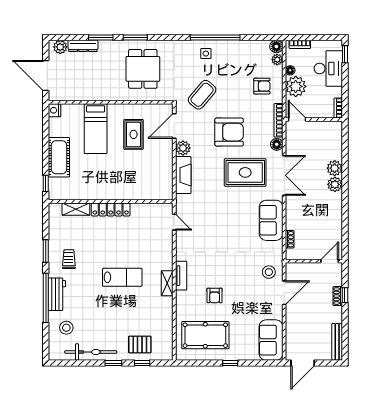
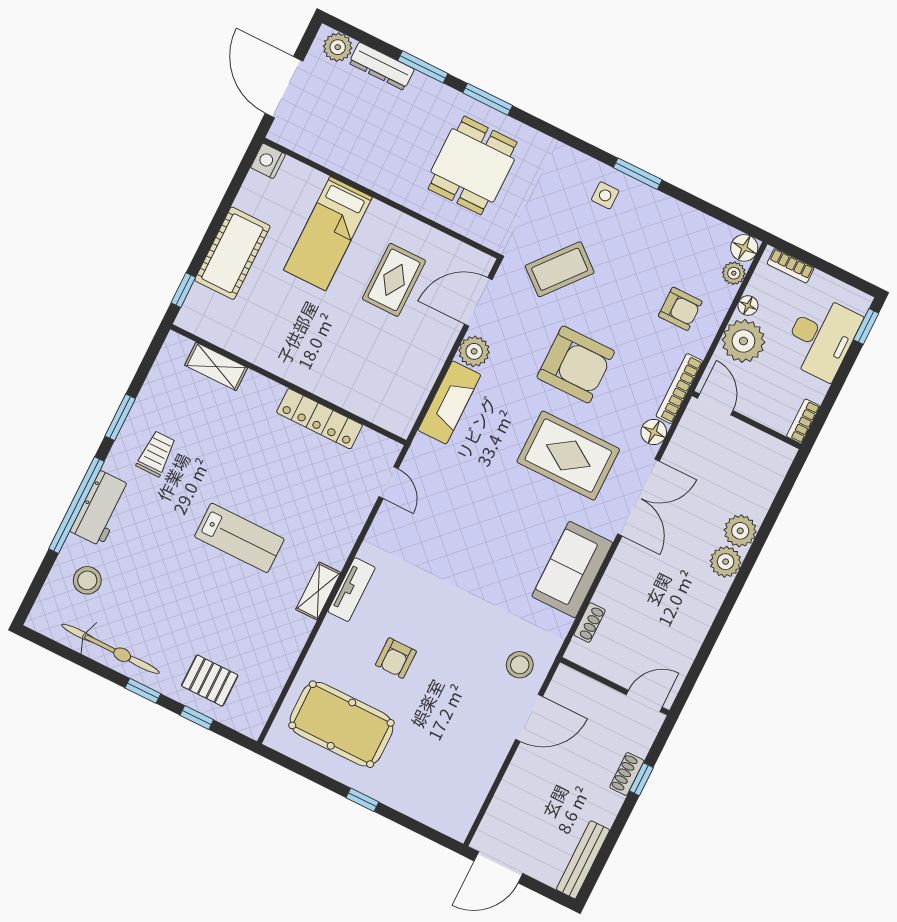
window: (215, 37) -> (638, 174), width x0.47
locker: (111, 209) -> (320, 419), moved
sofa: (271, 340) -> (460, 795), removed

